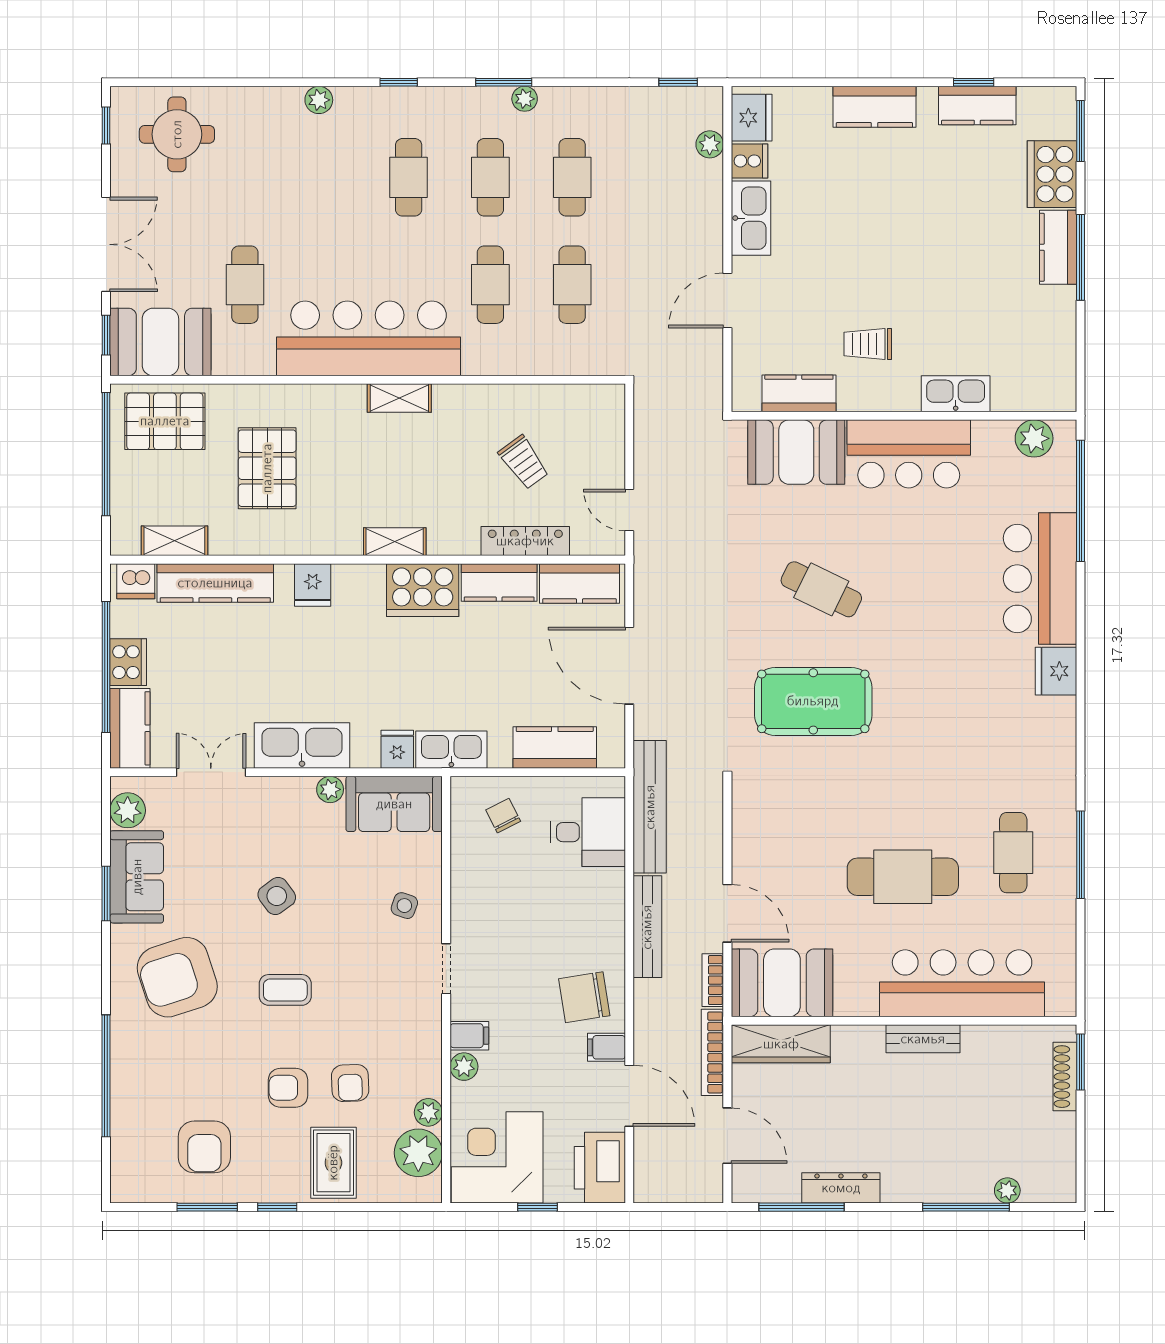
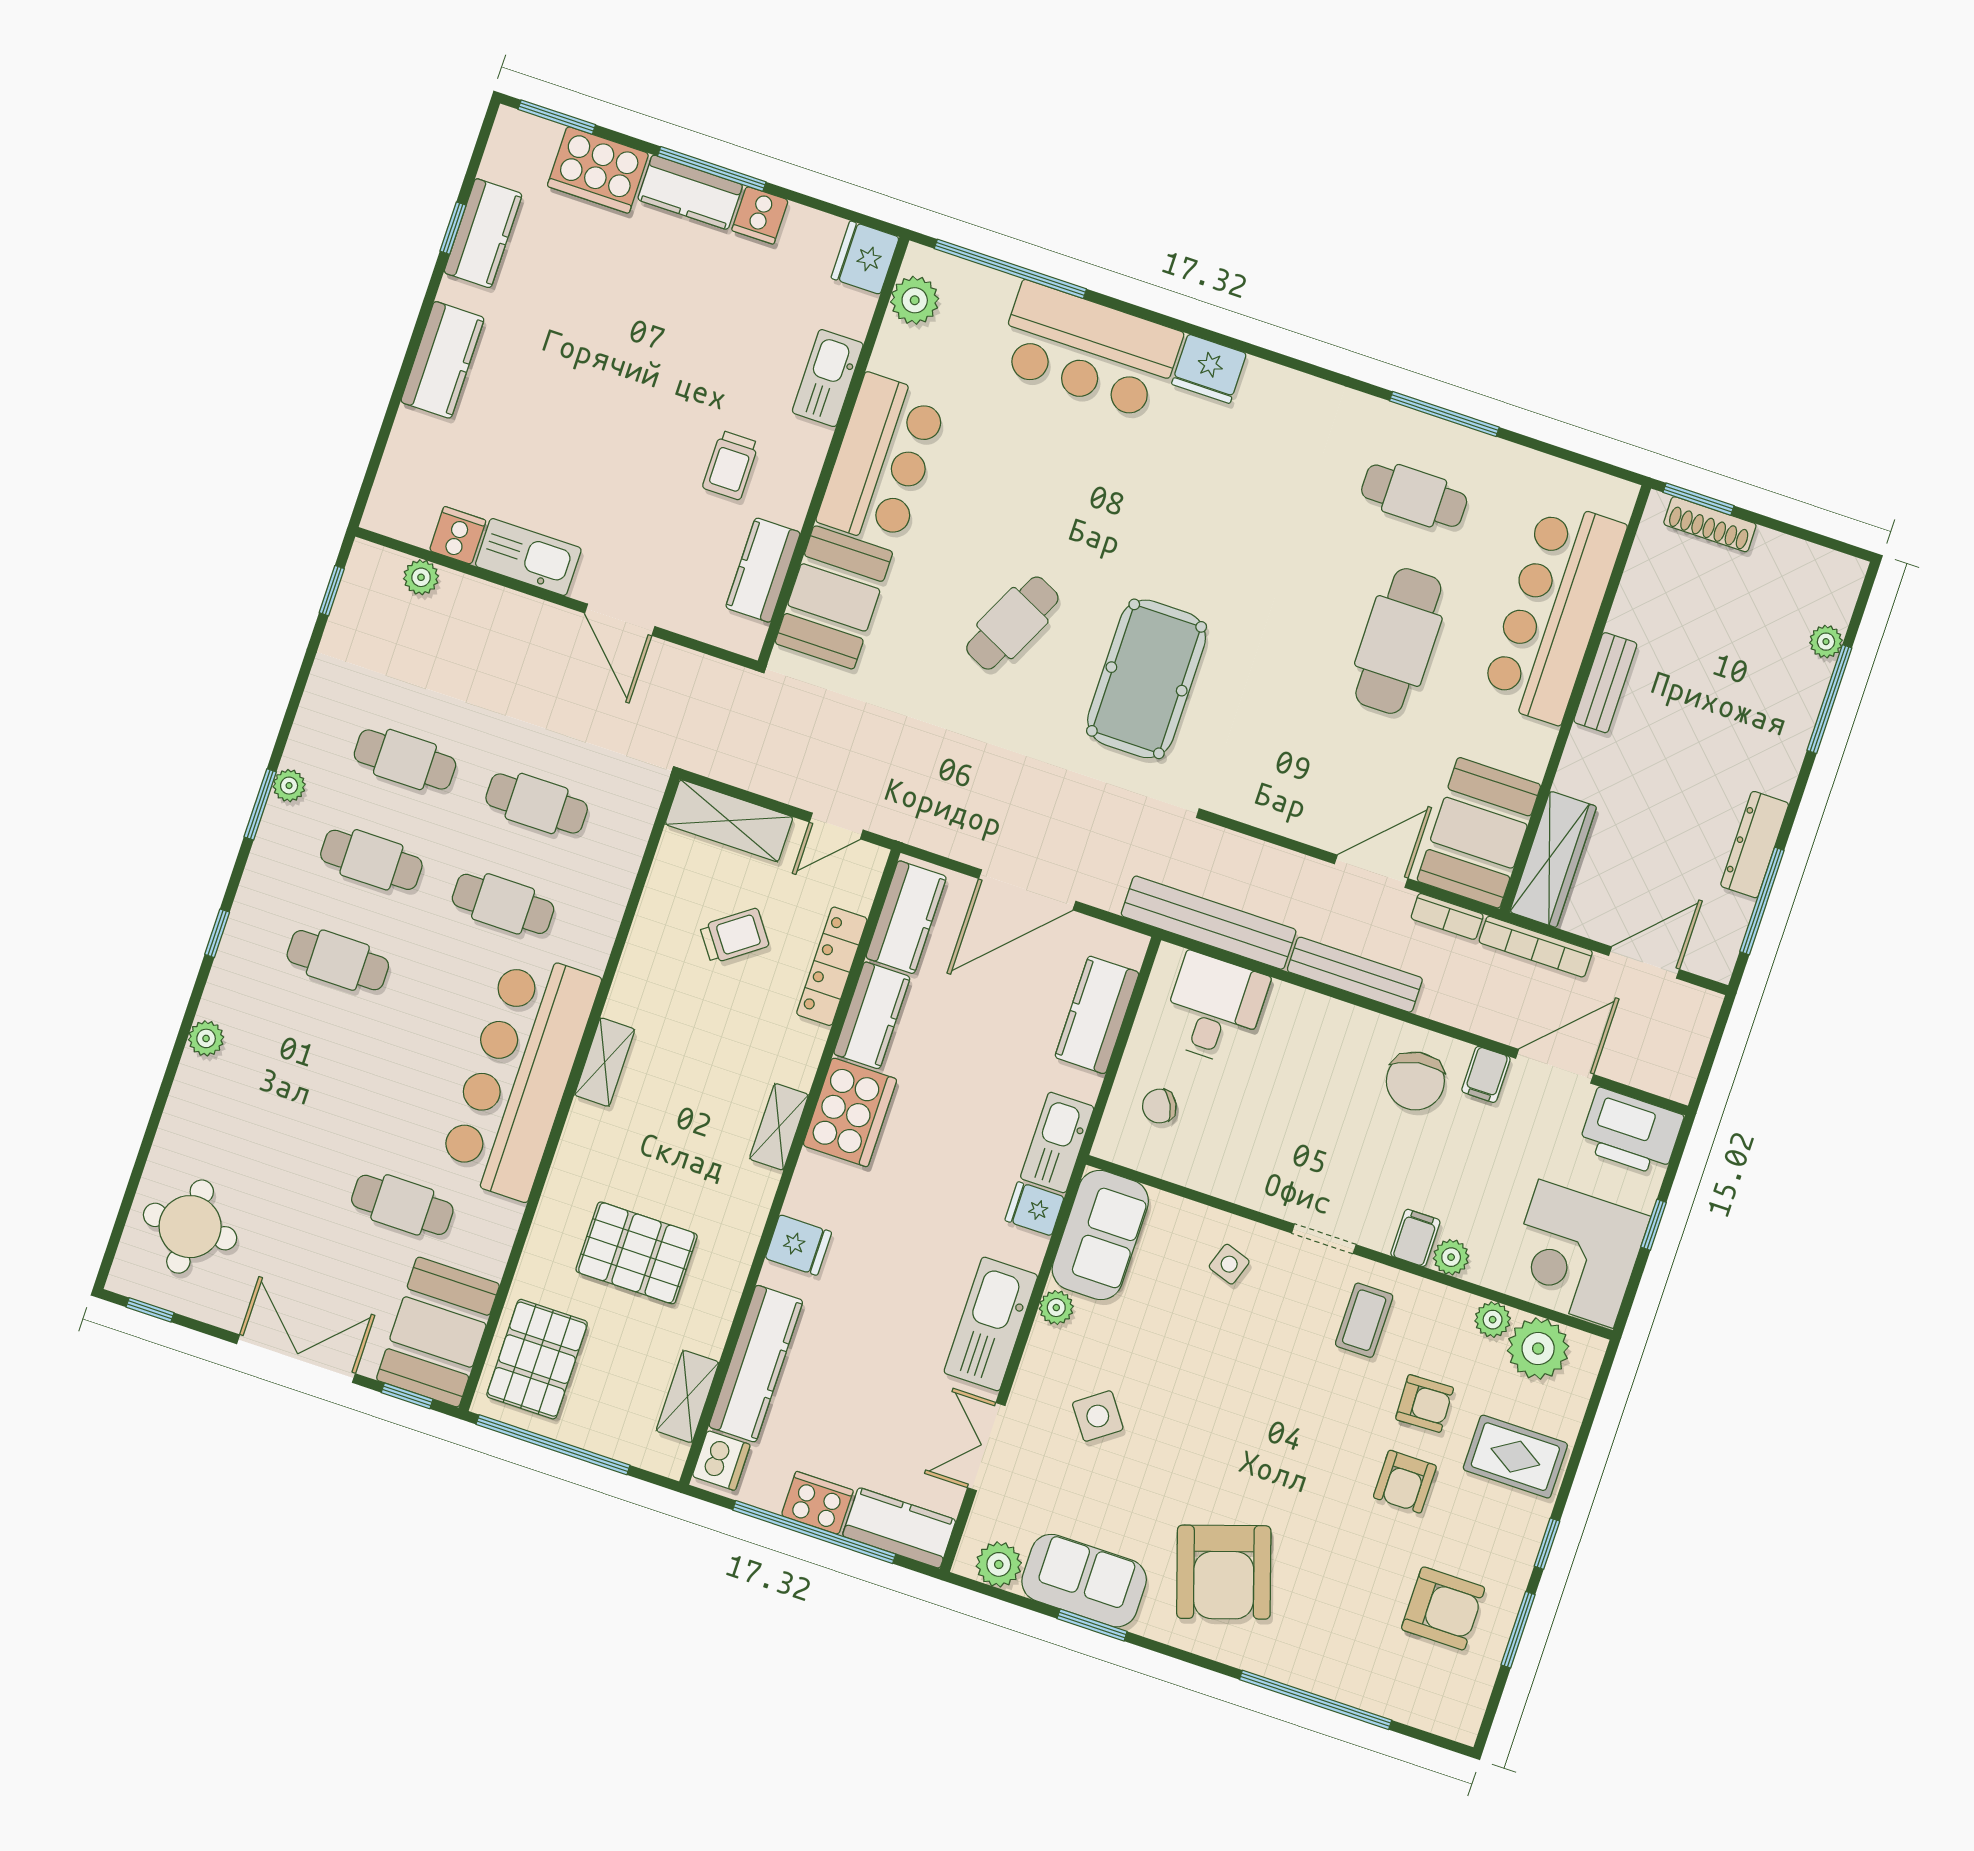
fridge: (752, 118) -> (865, 258), moved, turned -90
cooker: (1058, 304) -> (760, 215), added
shelving: (607, 430) -> (729, 821), added
side table: (277, 896) -> (1098, 1416), moved
coffee table: (285, 990) -> (1364, 1320), moved

